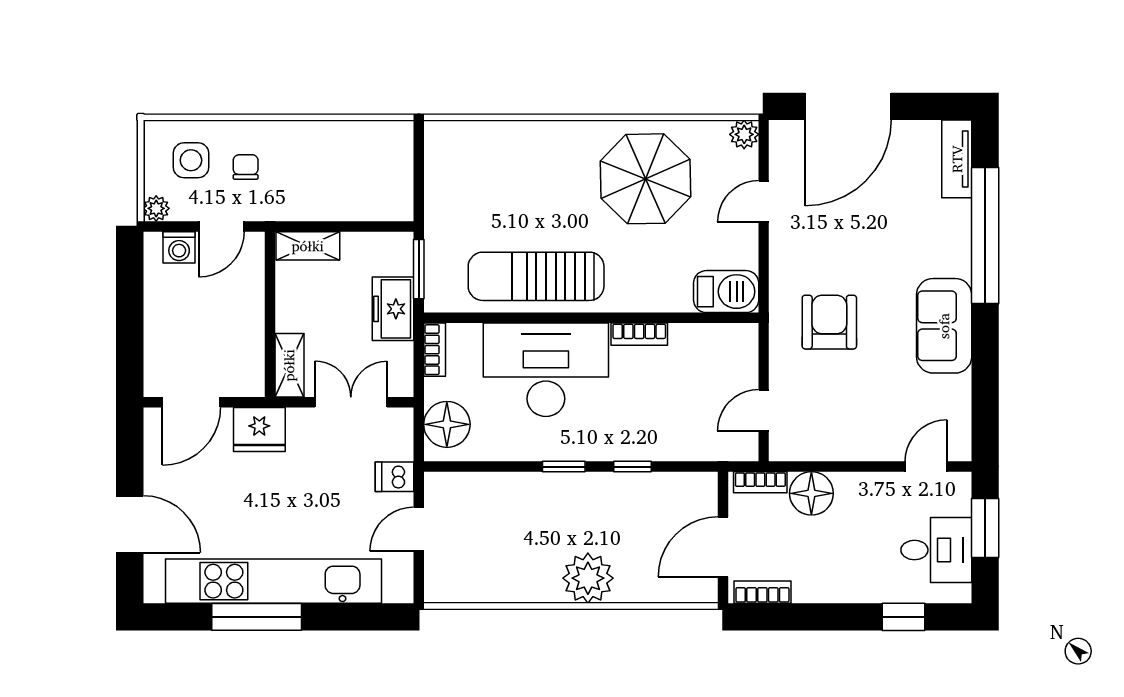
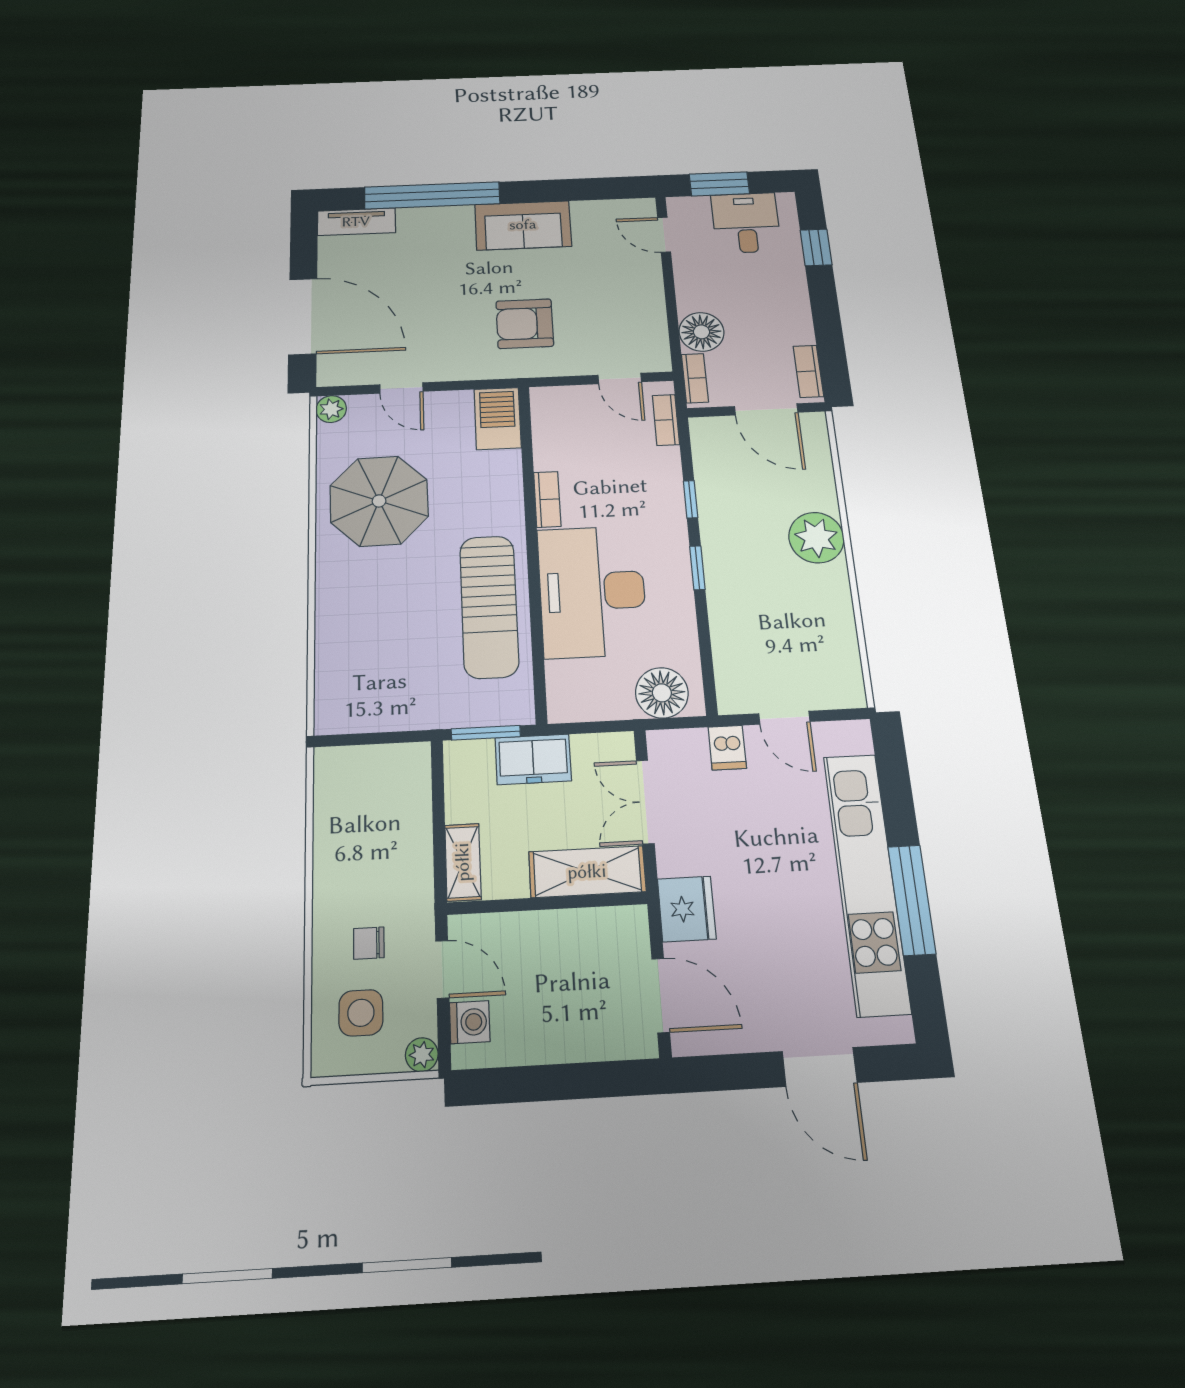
bookcase: (435, 350) -> (666, 420), moved, turned -90
shelving: (289, 365) -> (587, 872), width x1.50, depth x1.33
door: (130, 524) -> (820, 1067), swing flipped

